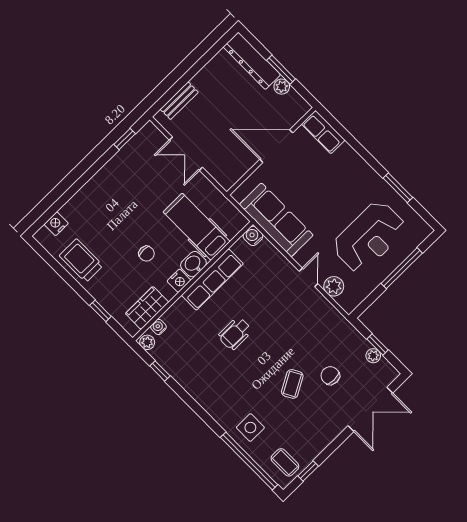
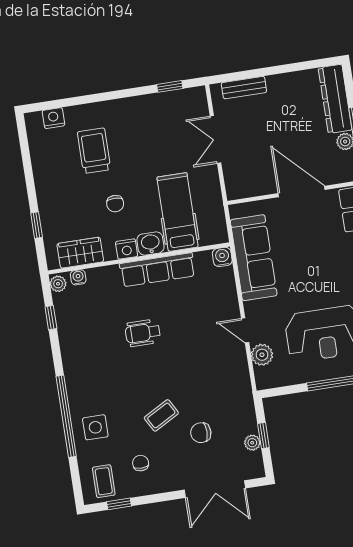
trolley: (81, 260) -> (94, 151), moved
door: (308, 277) -> (245, 330), swing flipped
chair: (330, 376) -> (201, 433), turned -90
chair: (302, 430) -> (141, 463), added
window: (249, 461) -> (66, 416), moved

